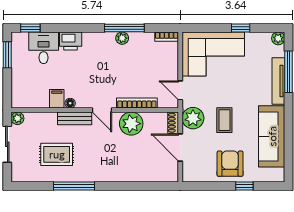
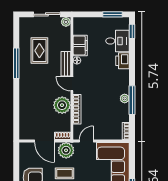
filing cabinet: (57, 99) -> (80, 45), width x2.00
door: (102, 110) -> (72, 84), hinge flipped
door: (180, 147) -> (45, 141), swing flipped

